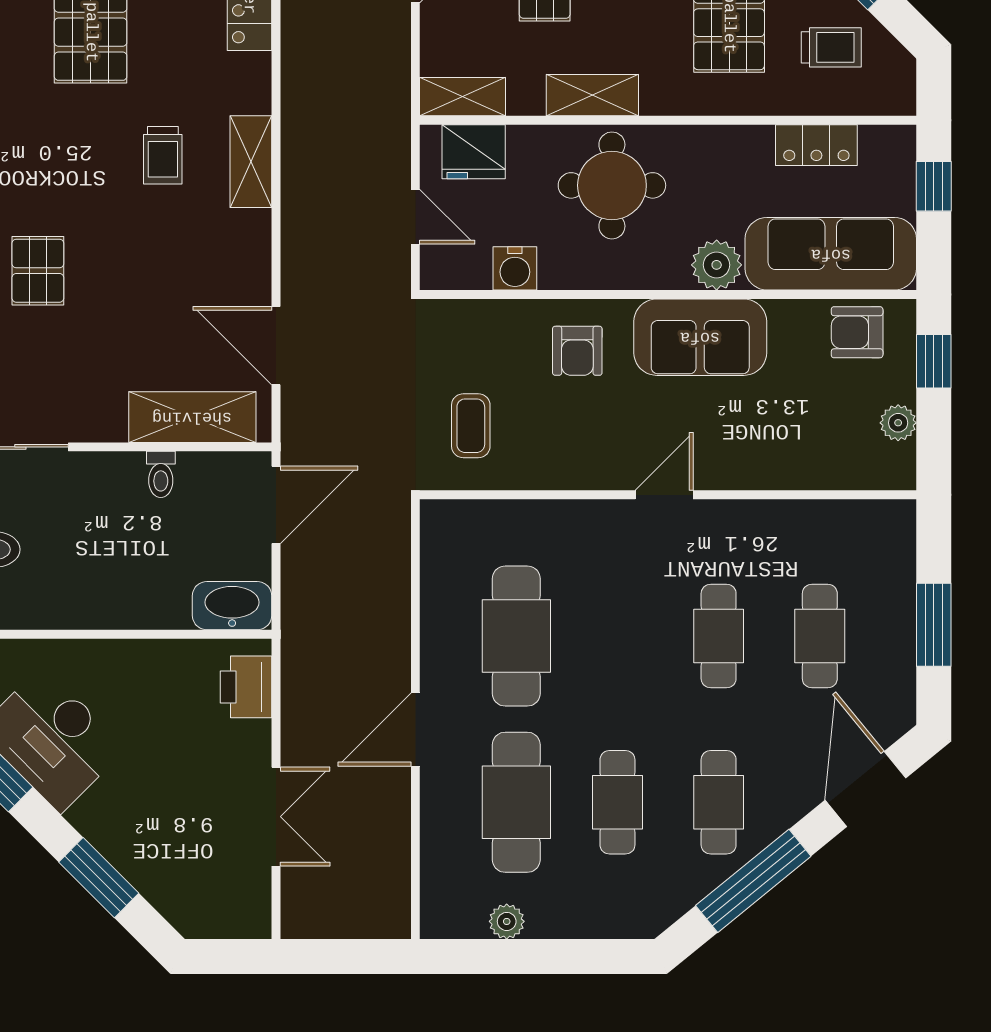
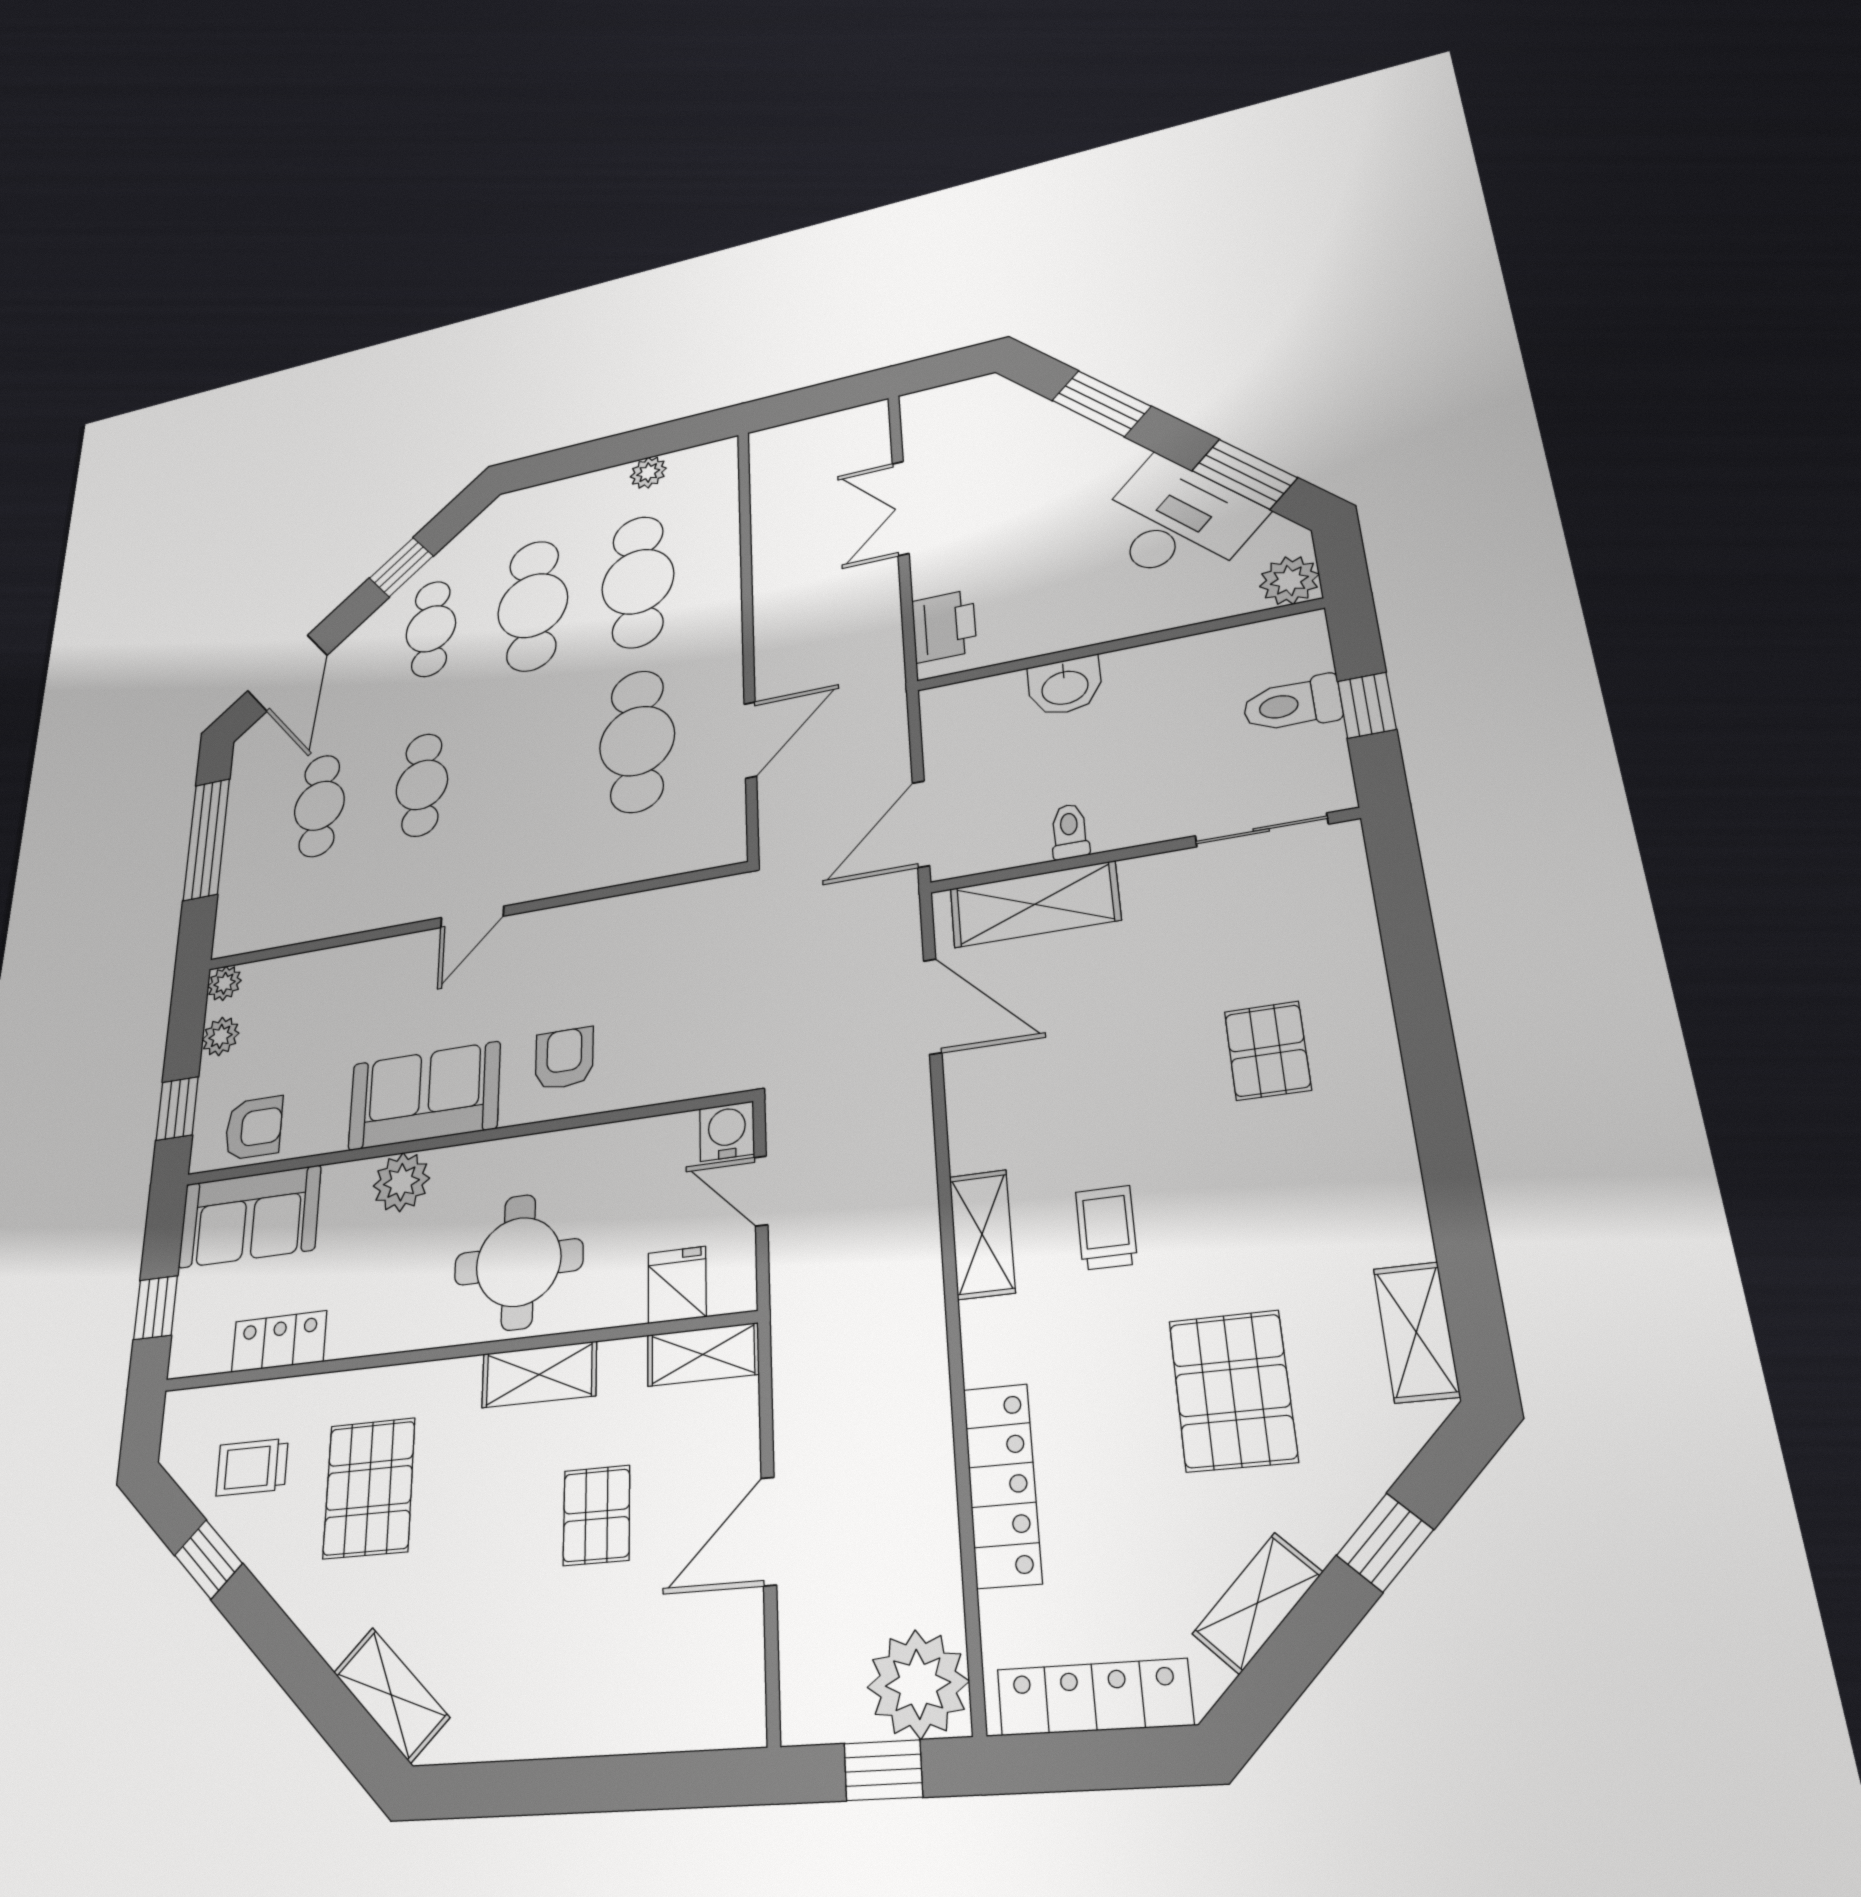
fridge: (474, 152) -> (677, 1285), width x0.72
sofa: (831, 254) -> (250, 1217), width x0.73
water cooler: (515, 268) -> (727, 1131), moved
coffee table: (471, 426) -> (689, 953), removed
plant: (900, 474) -> (224, 983), added
washbasin: (232, 606) -> (1065, 686), moved, width x0.72
window: (934, 625) -> (207, 839), width x1.44
door: (415, 729) -> (750, 740), moved
cafe table: (617, 802) -> (533, 606), width x1.37, depth x1.35
window: (753, 881) -> (401, 567), width x0.46

